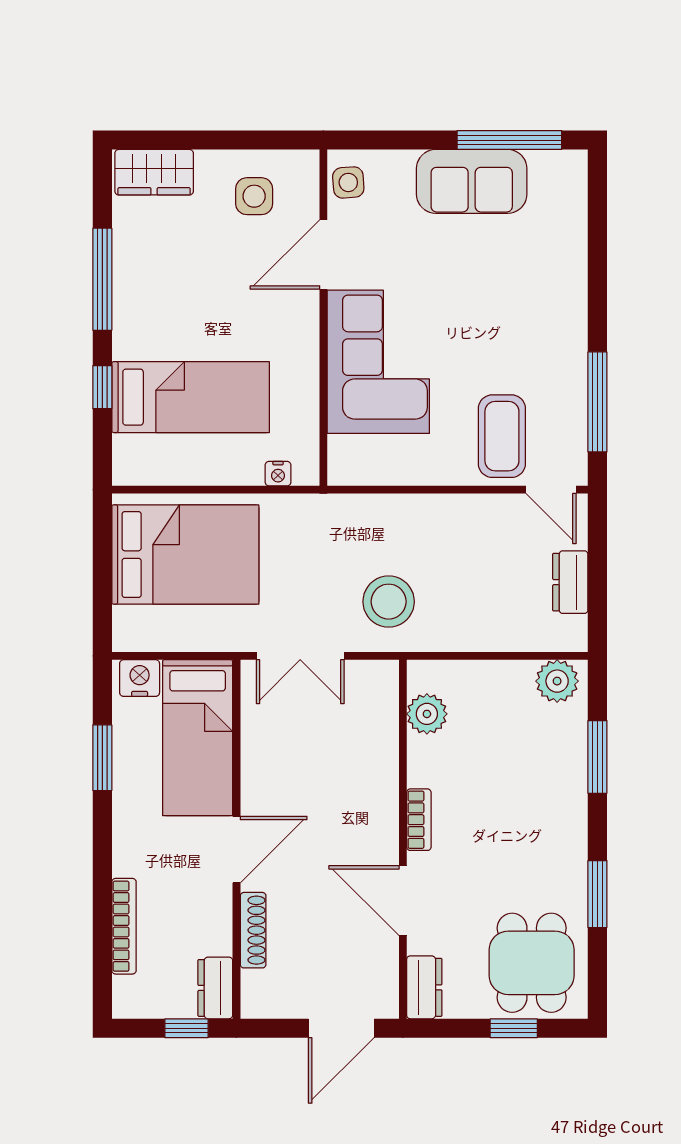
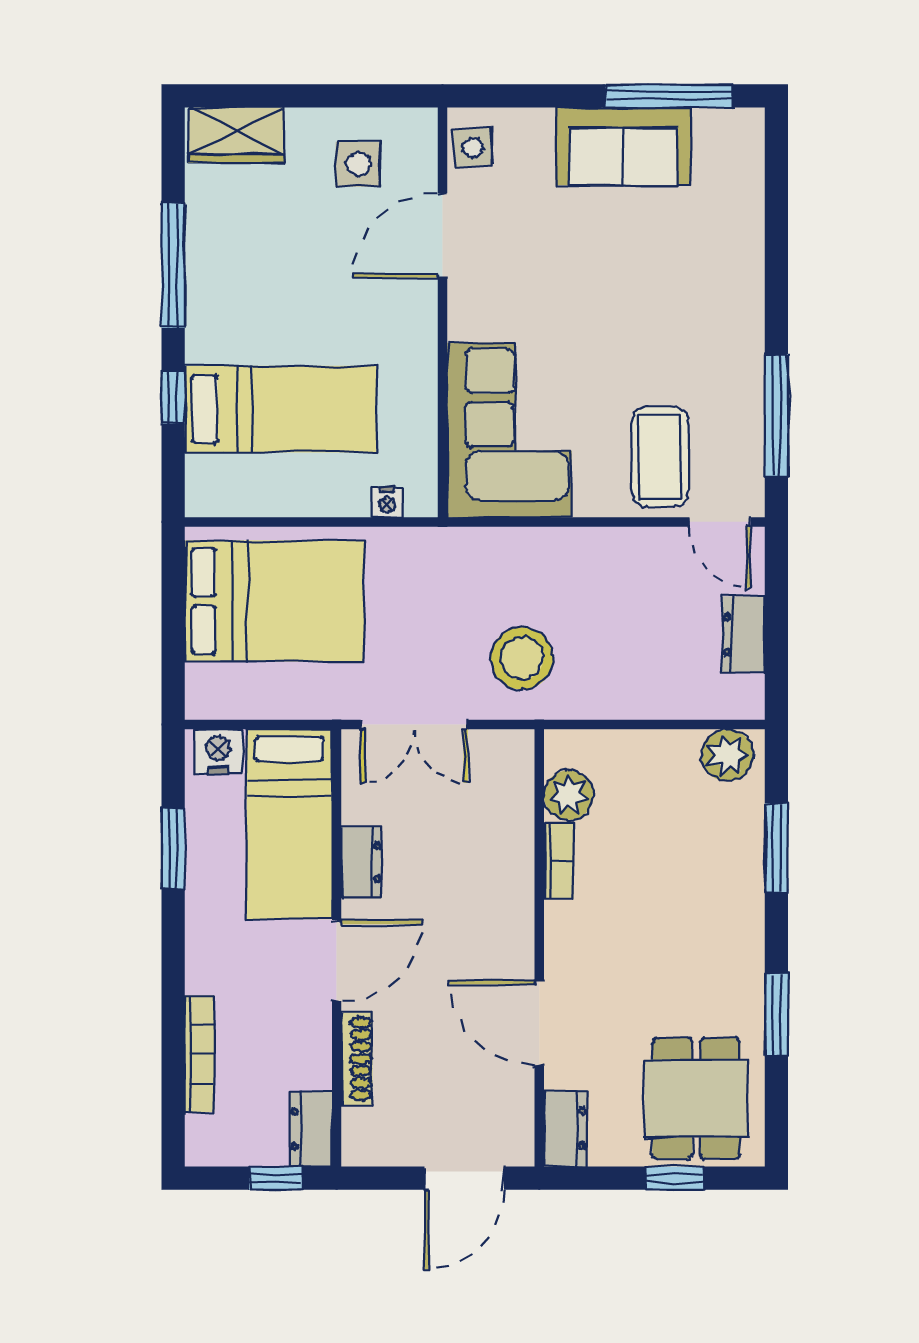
corner sofa: (378, 362) -> (509, 430), moved
dresser: (257, 769) -> (361, 862), added
bookcase: (419, 820) -> (559, 861), moved

